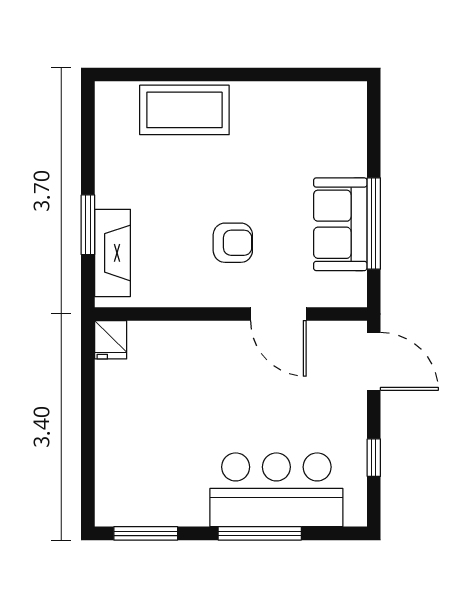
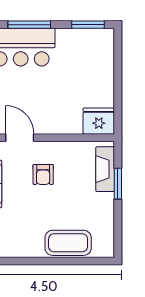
armchair: (233, 243) -> (43, 174), turned -90
fridge: (111, 340) -> (99, 121), width x1.88, depth x1.34

